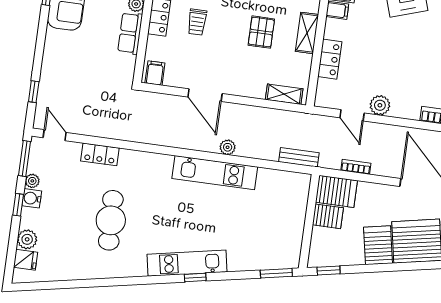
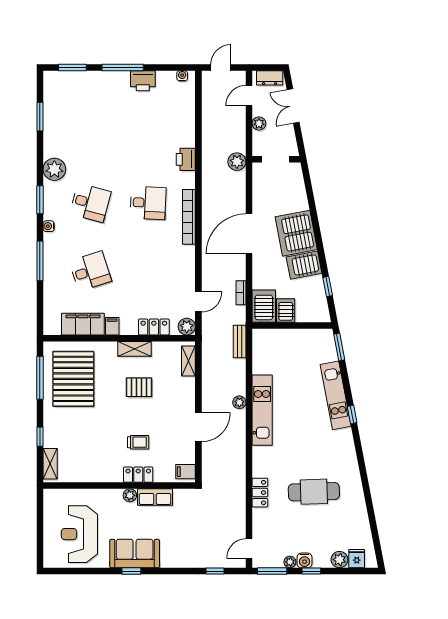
plant: (380, 105) -> (187, 327), moved
locker: (100, 154) -> (260, 493), moved
kitchen unit: (187, 263) -> (336, 395), moved
window: (329, 270) -> (328, 286), moved

